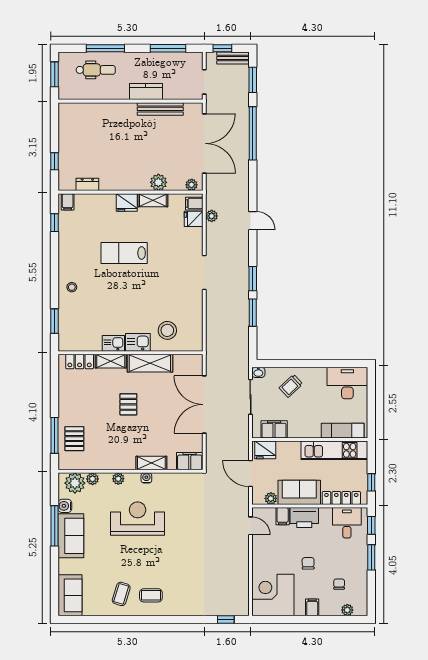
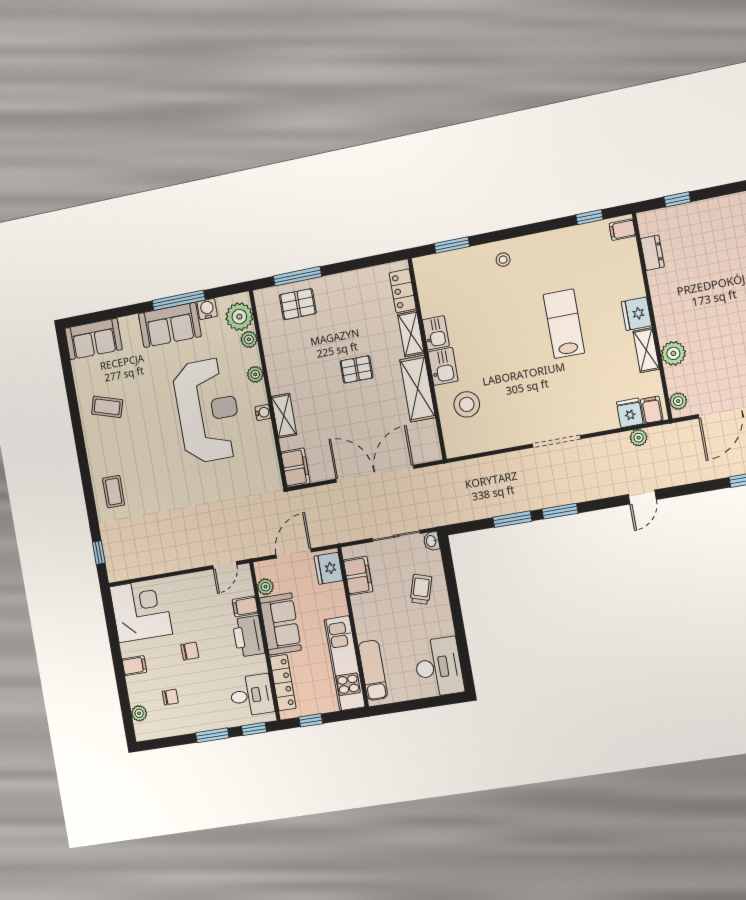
trolley: (291, 386) -> (421, 589), turned 60
reception desk: (138, 519) -> (208, 410), width x1.36, depth x1.30
coffee table: (151, 595) -> (114, 492), moved

